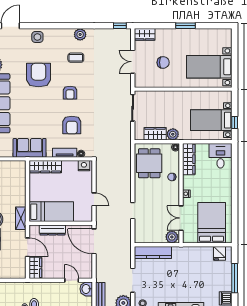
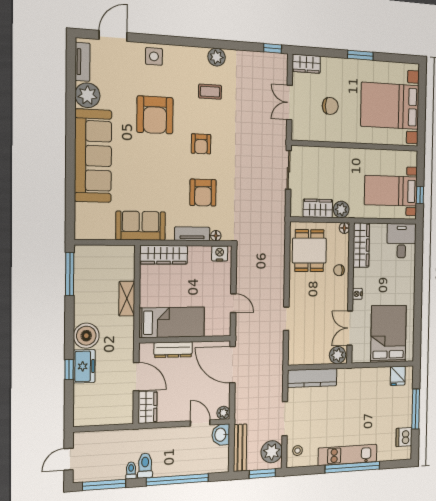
bed with nightstands: (209, 67) -> (390, 106), width x1.36
armchair: (38, 75) -> (155, 115), turned 180
shelving: (21, 218) -> (127, 299), moved
plant: (88, 274) -> (223, 413), added

